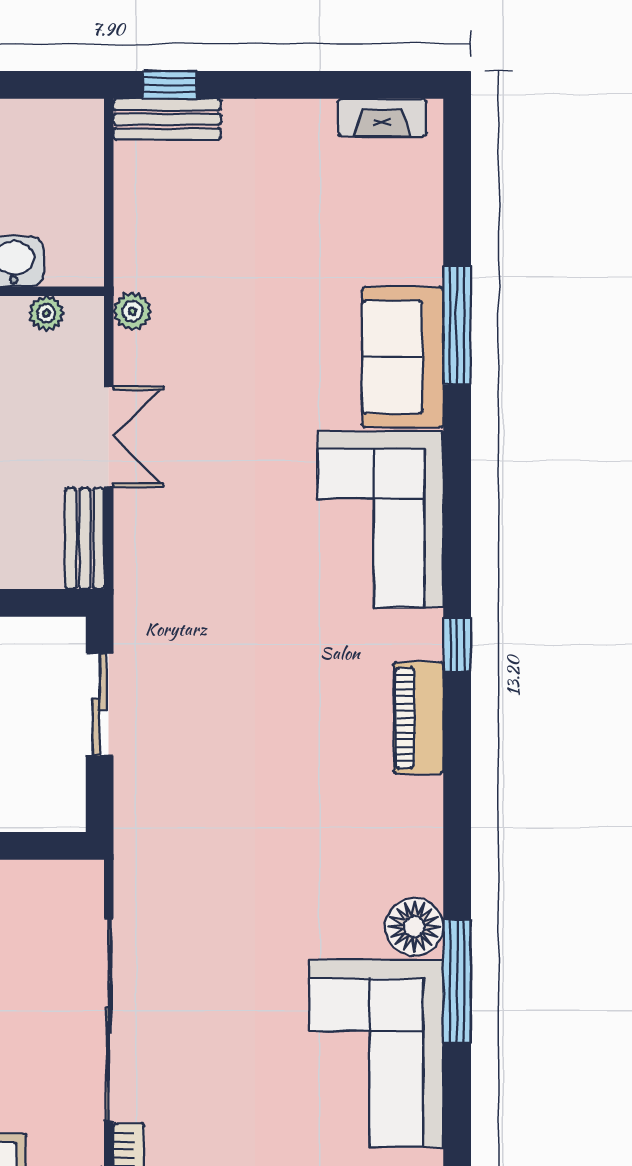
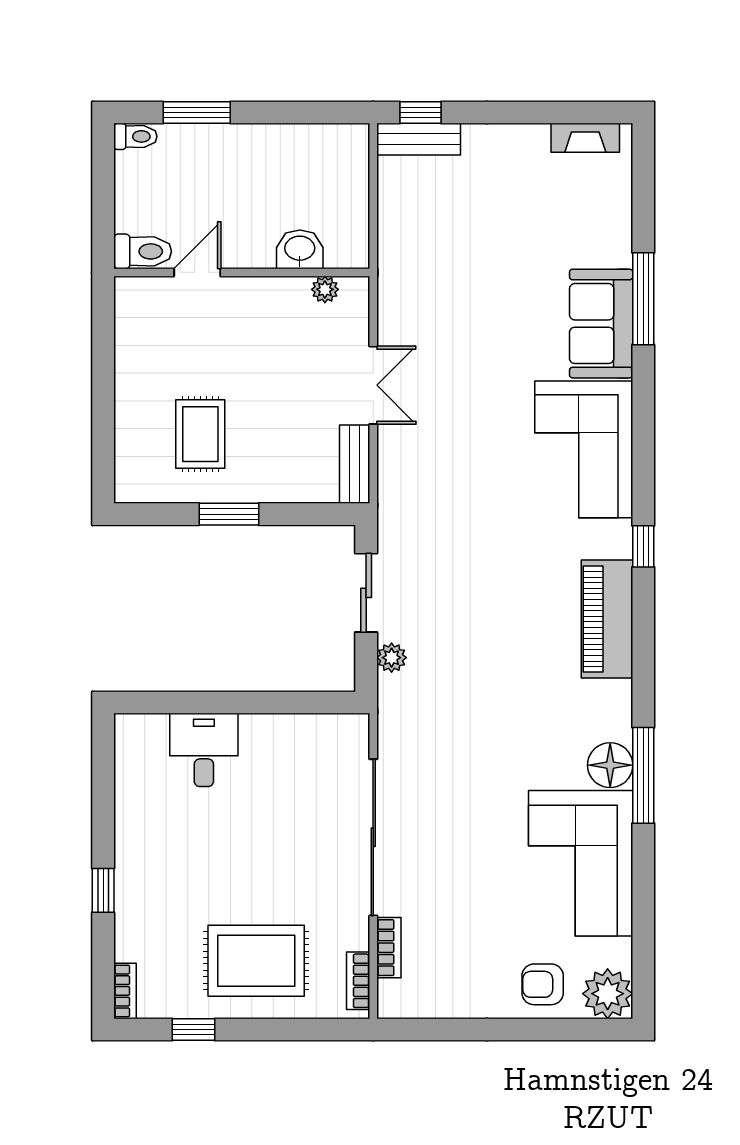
plant: (132, 311) -> (392, 658), moved
piano: (418, 718) -> (607, 619), width x1.37, depth x1.33
window: (457, 981) -> (643, 775), moved

